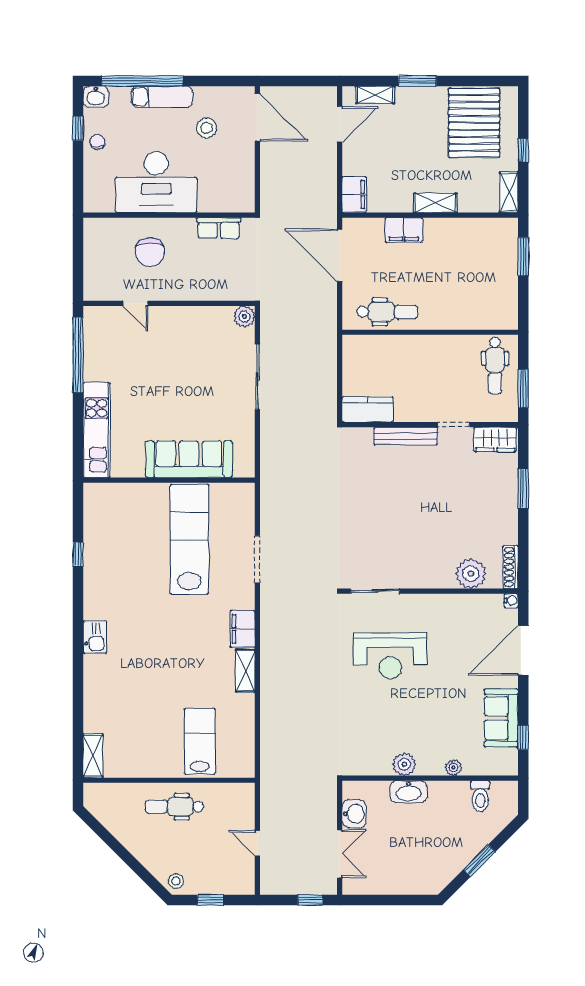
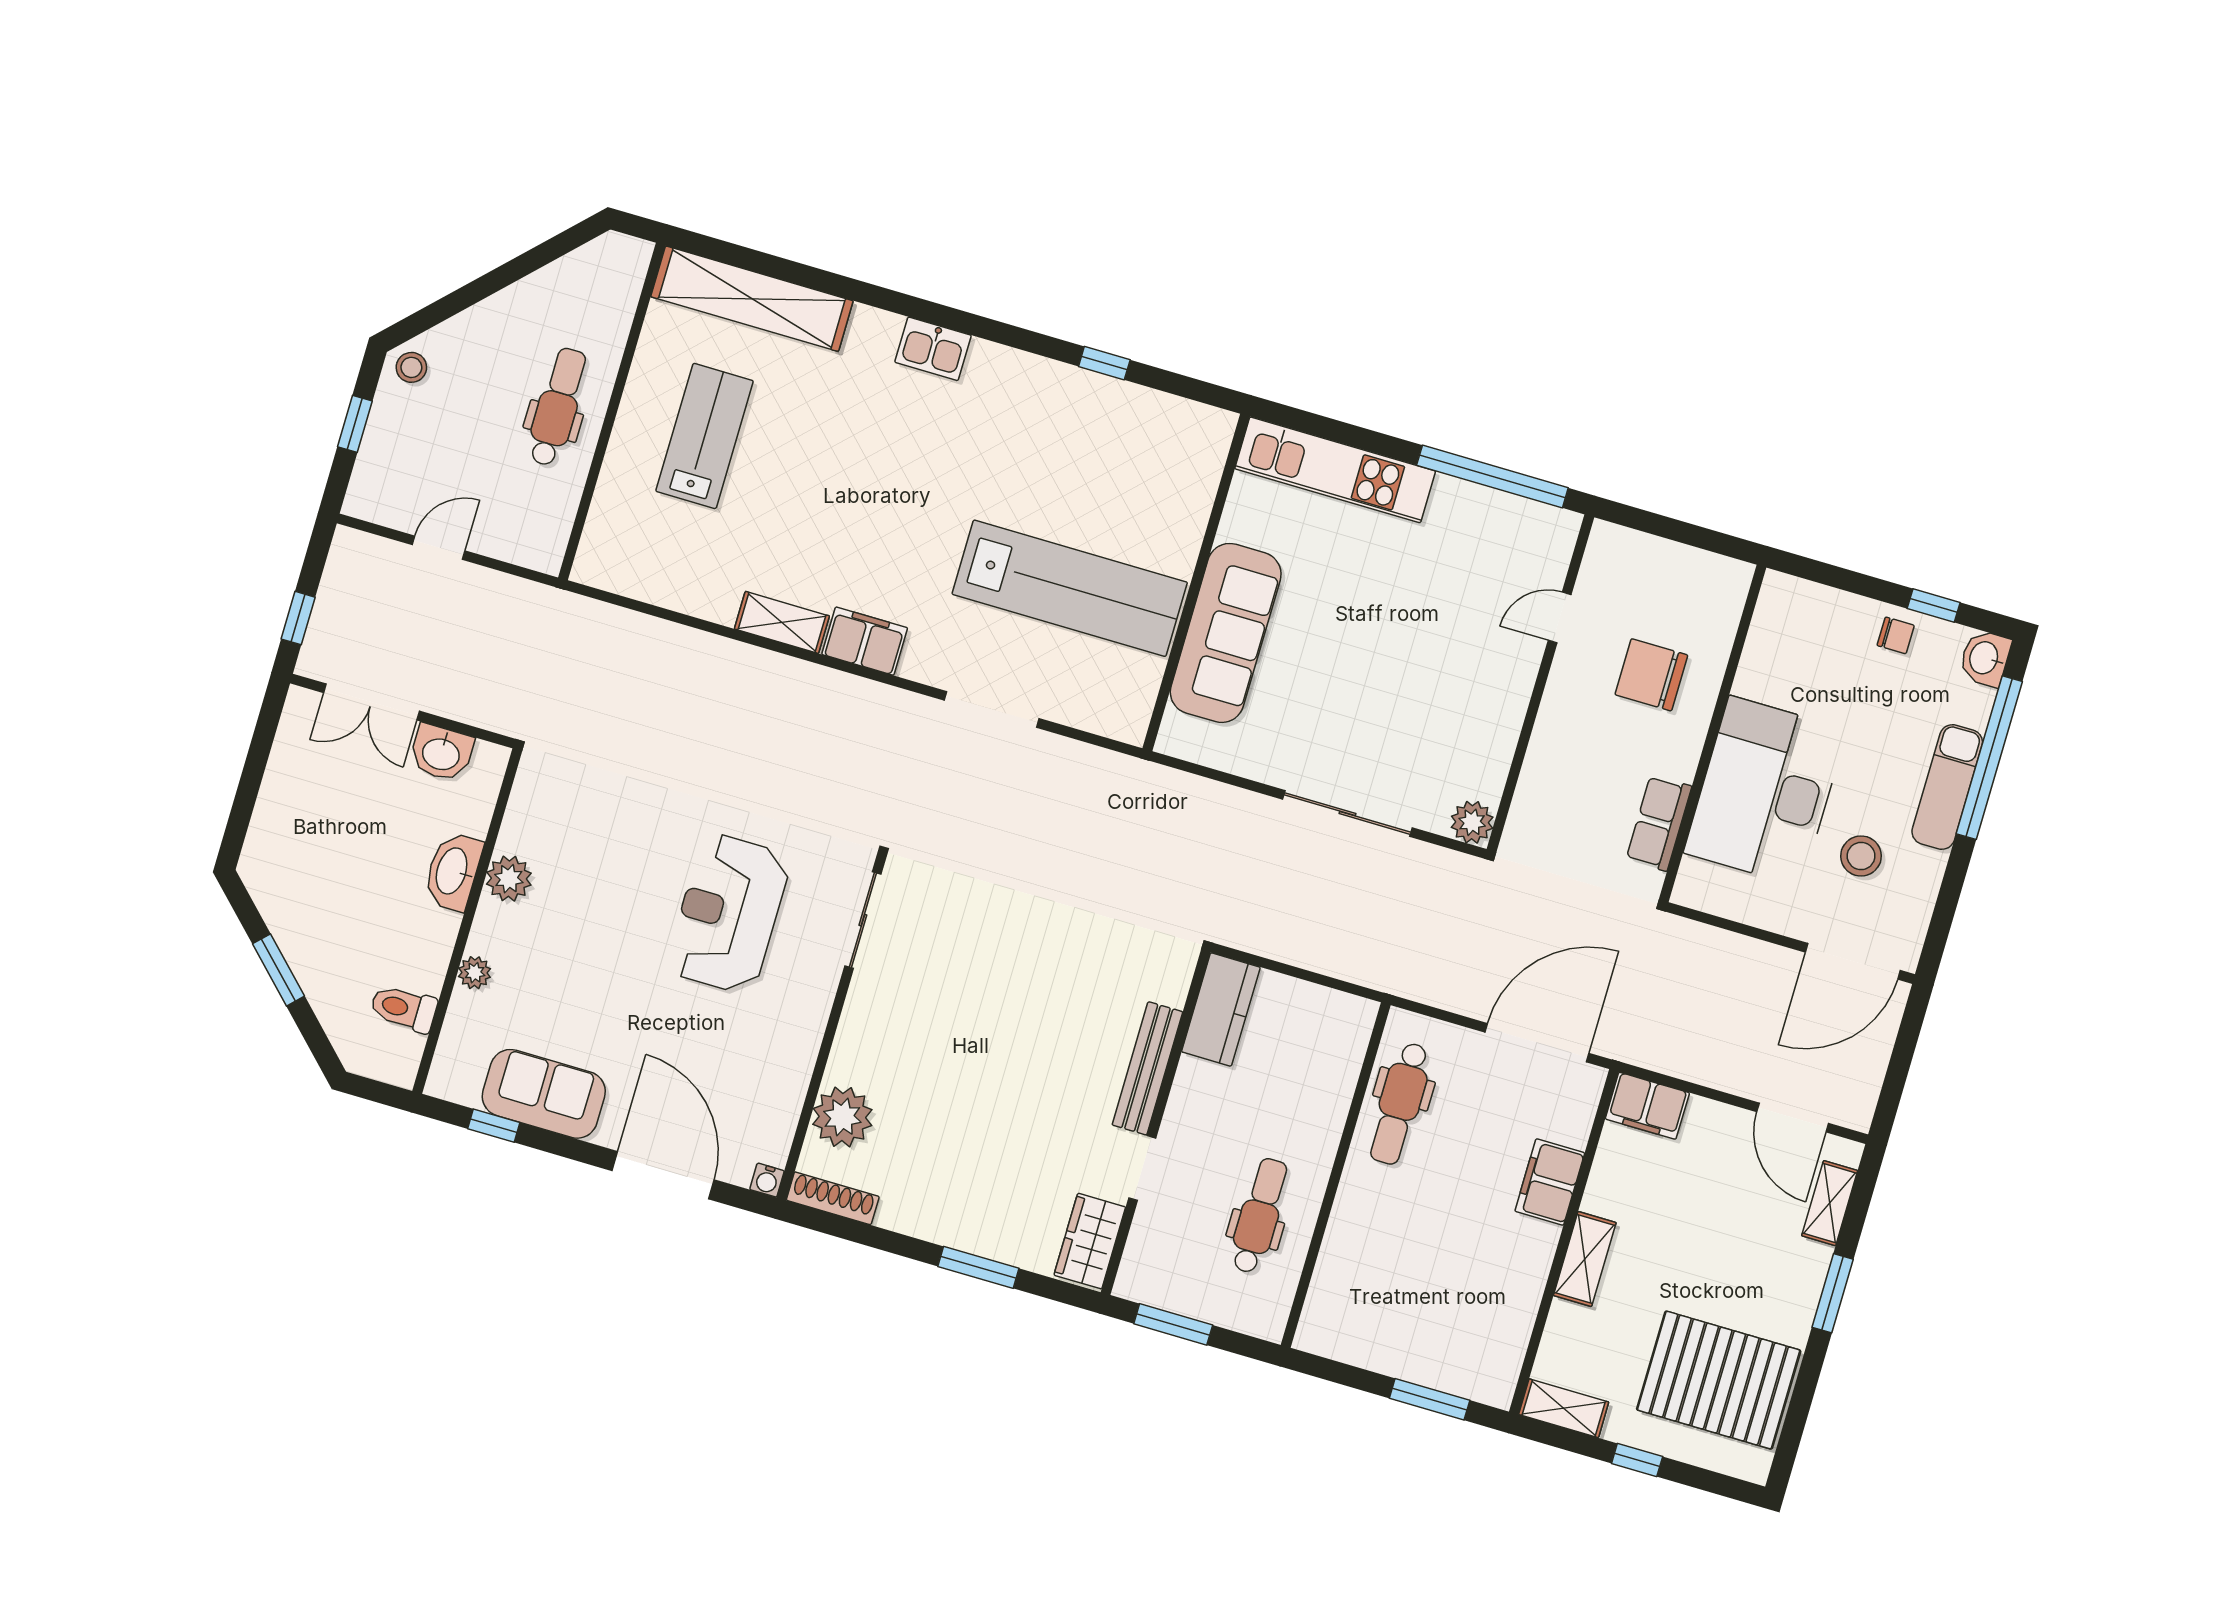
desk: (156, 182) -> (1765, 791), moved
dental chair: (495, 366) -> (1259, 1216), moved, turned 90
lab bench: (200, 741) -> (705, 436), moved, turned -90
shelving: (93, 756) -> (752, 299), width x2.20, depth x1.33

